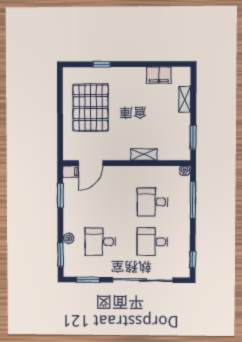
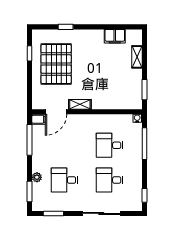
window: (60, 95) -> (30, 53), added
shelving: (144, 154) -> (80, 104), moved
window: (60, 195) -> (30, 140), width x1.44
sliding door: (143, 280) -> (101, 213), width x0.73

